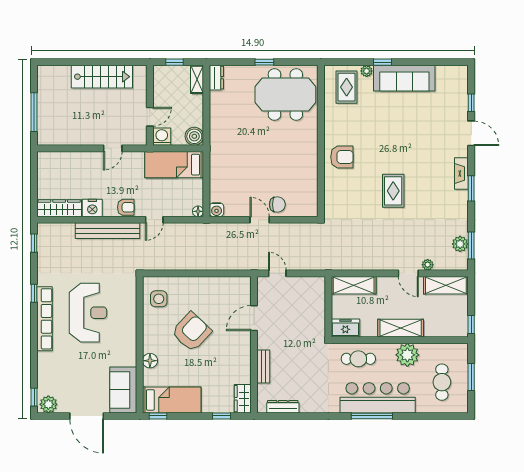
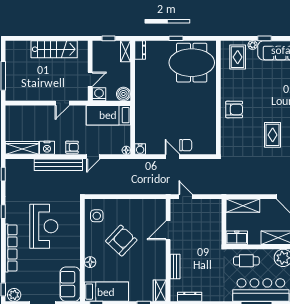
row of seats: (45, 319) -> (11, 248), moved

